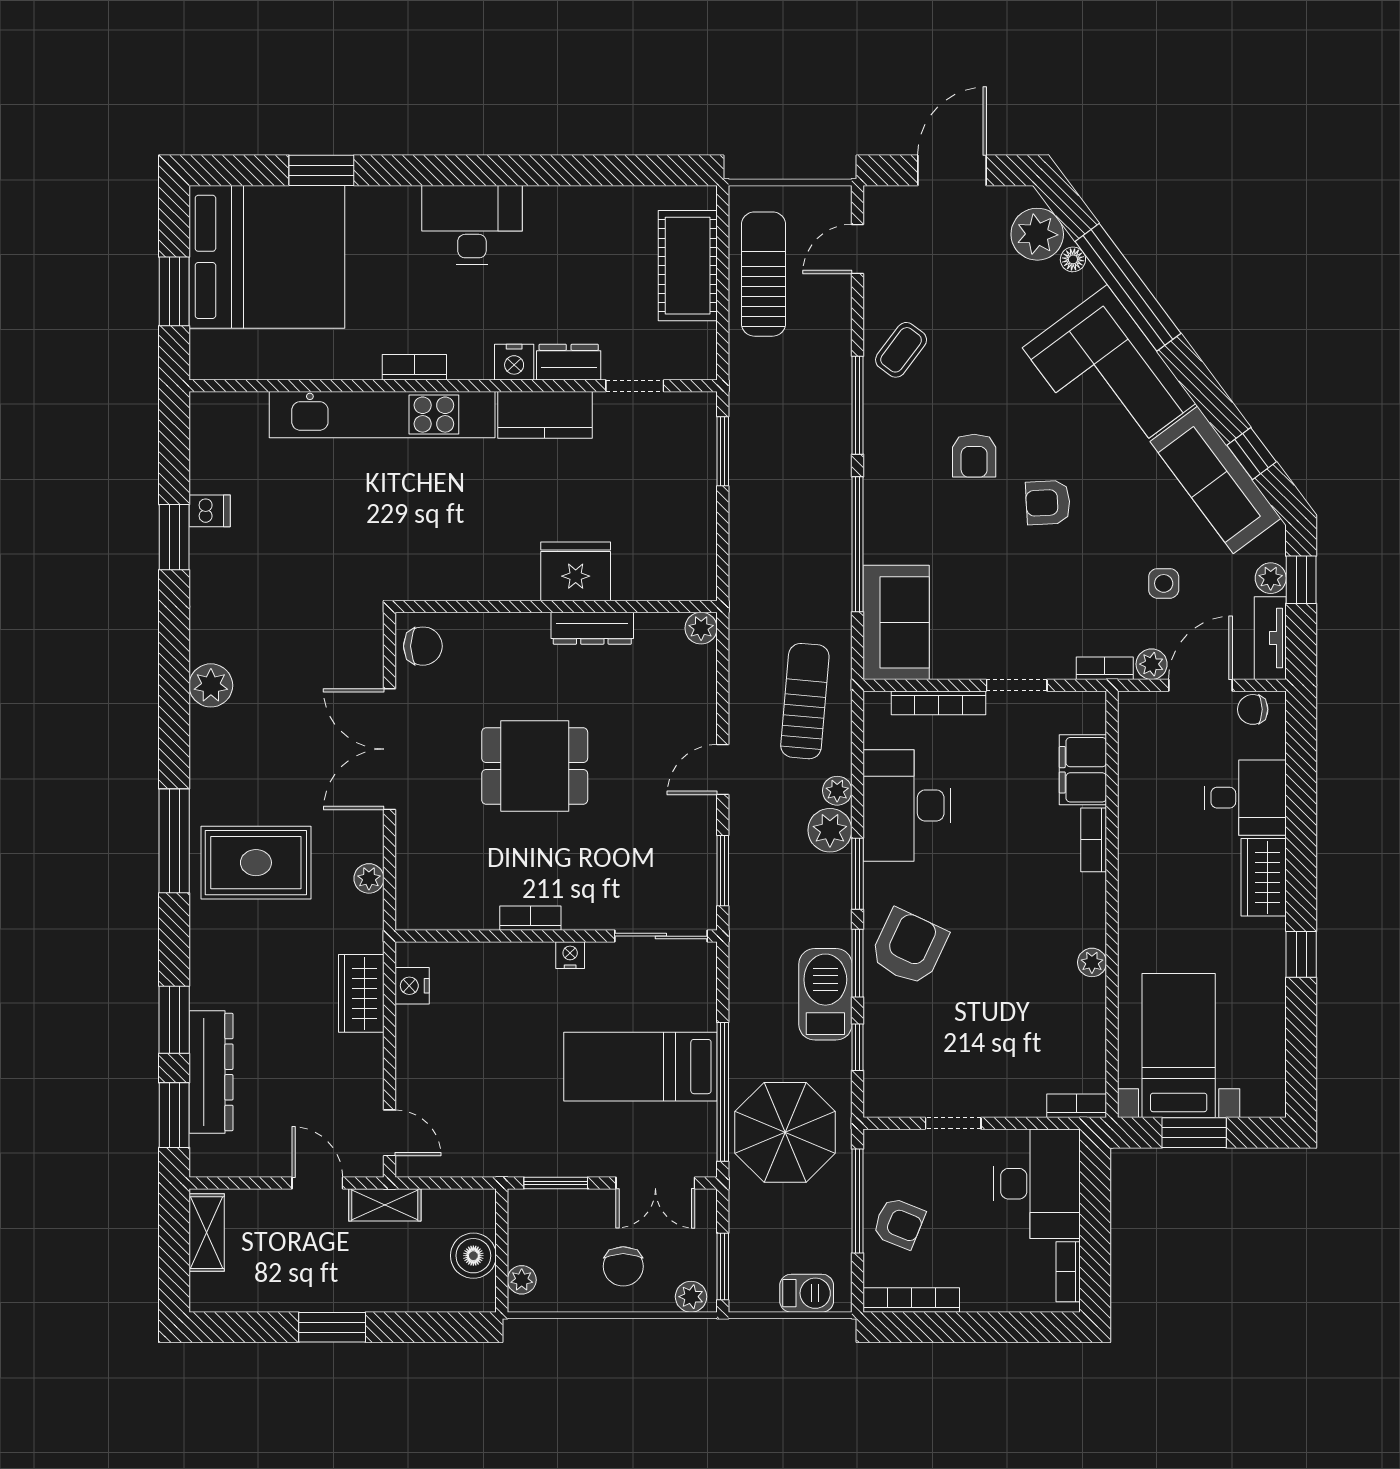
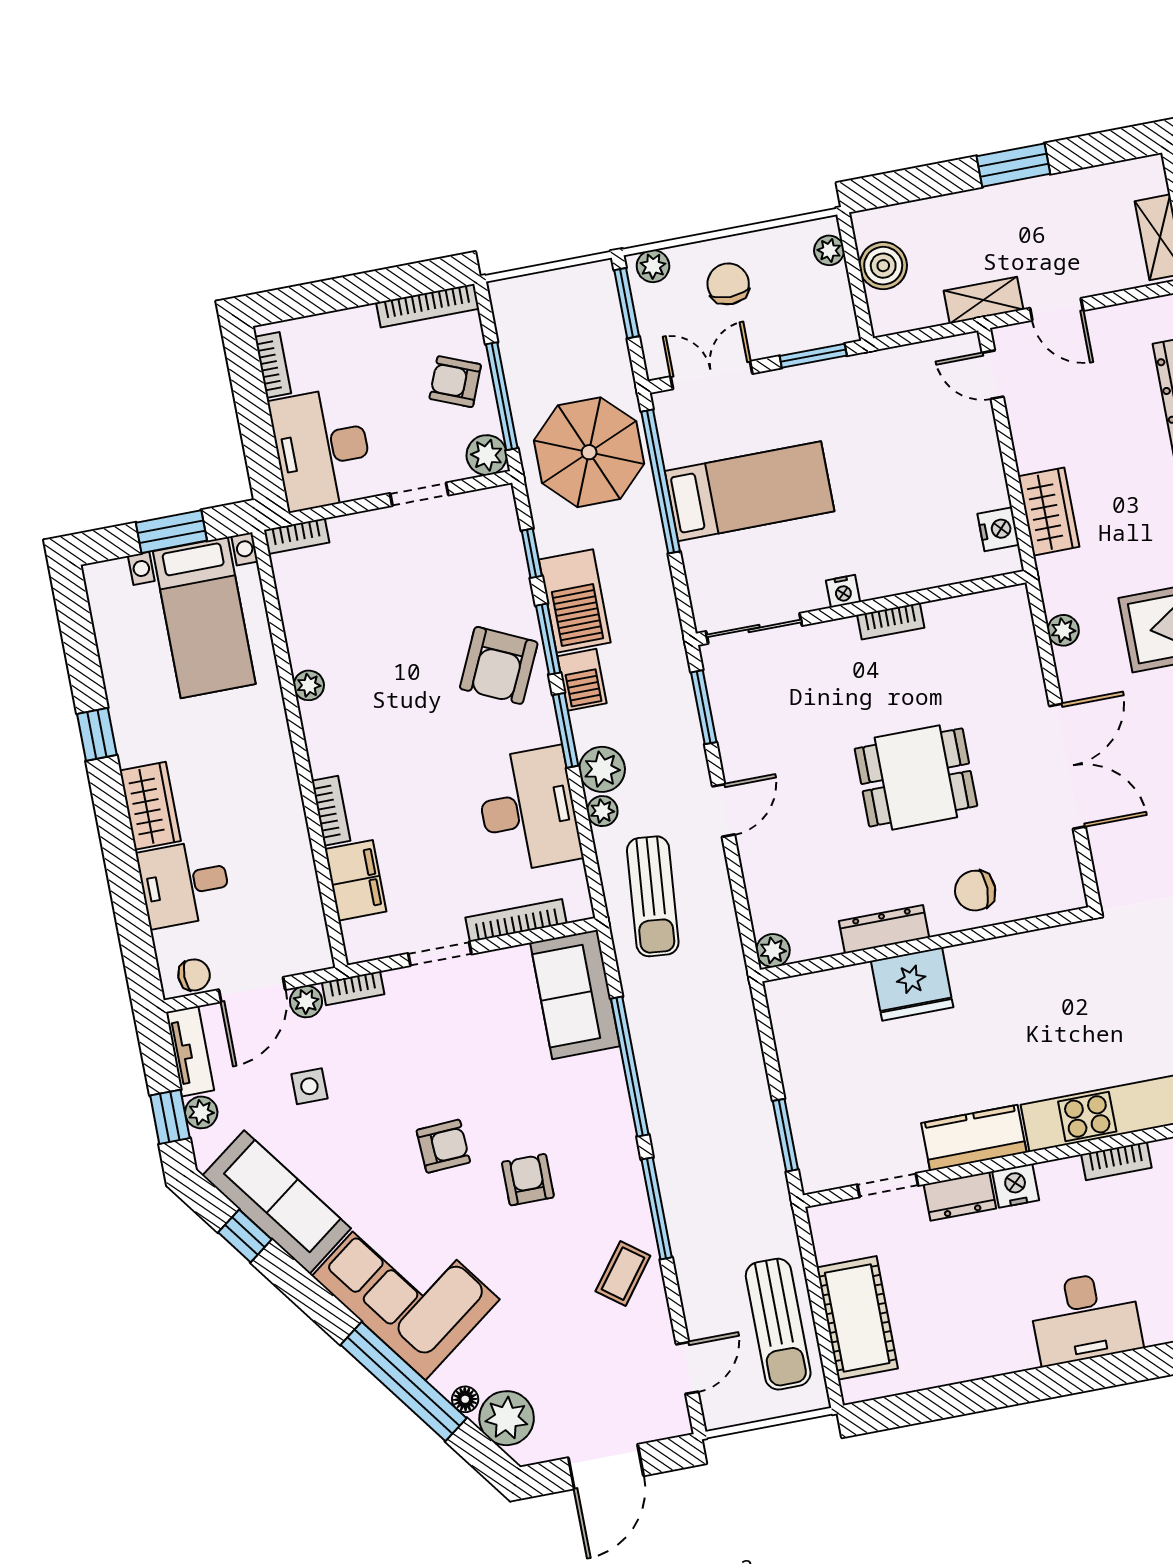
chair: (423, 646) -> (975, 891), moved
plant: (882, 1148) -> (487, 455), added
barbecue: (807, 1293) -> (582, 680), moved, turned -90

